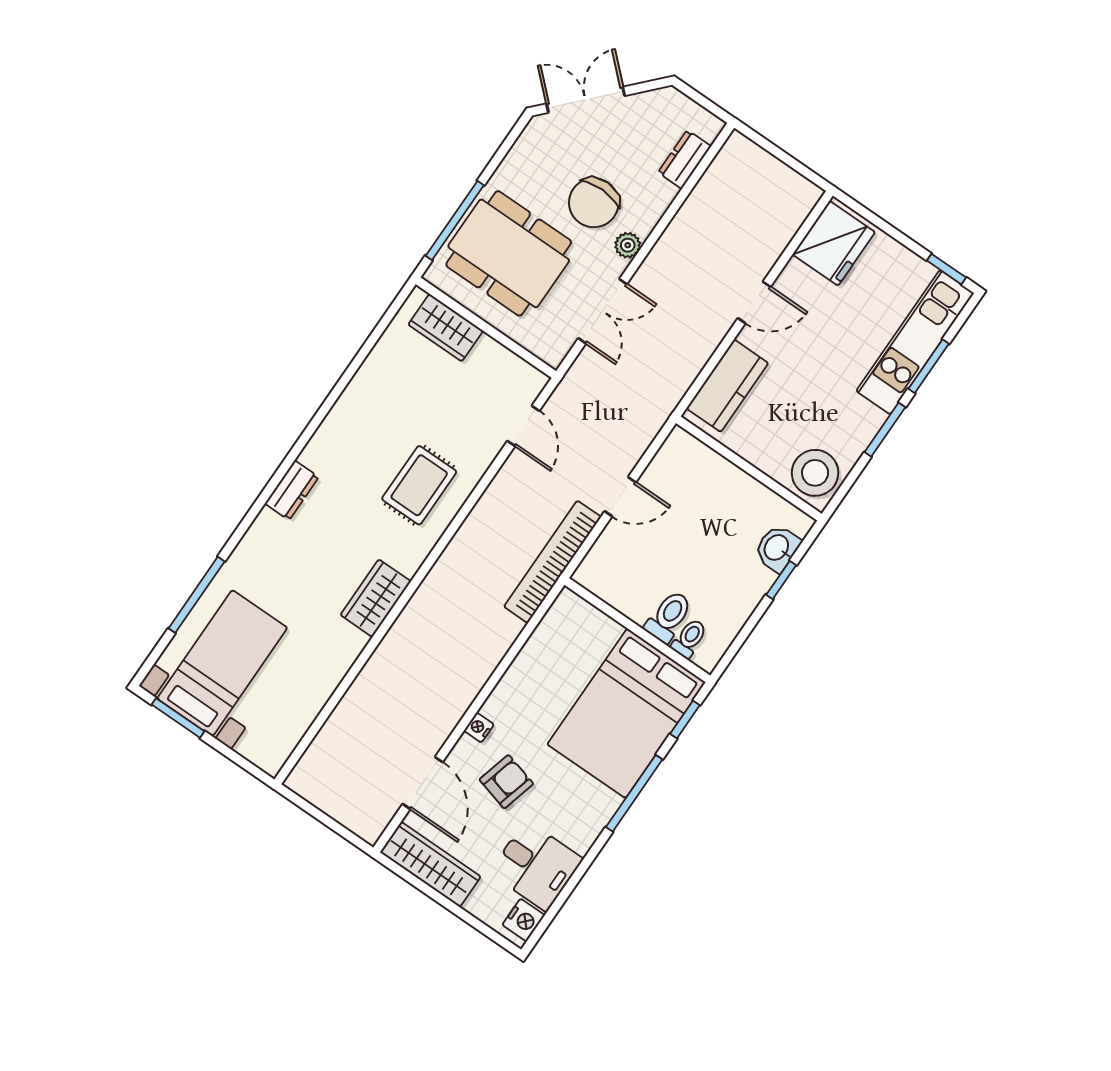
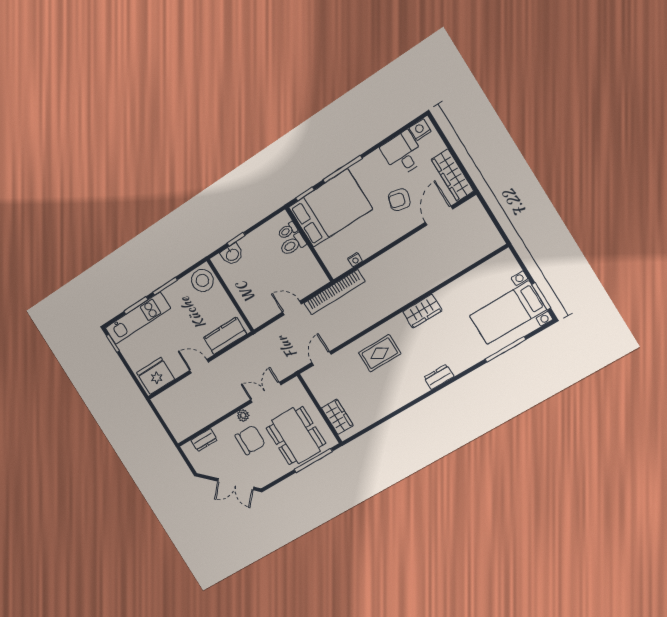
nightstand: (479, 728) -> (355, 260), moved

